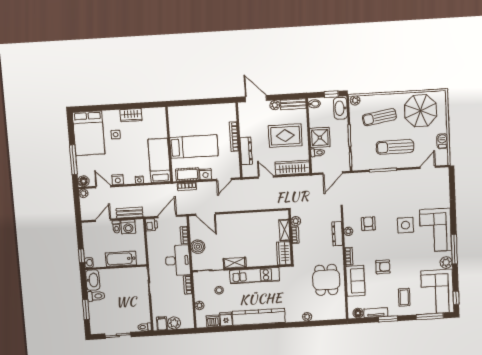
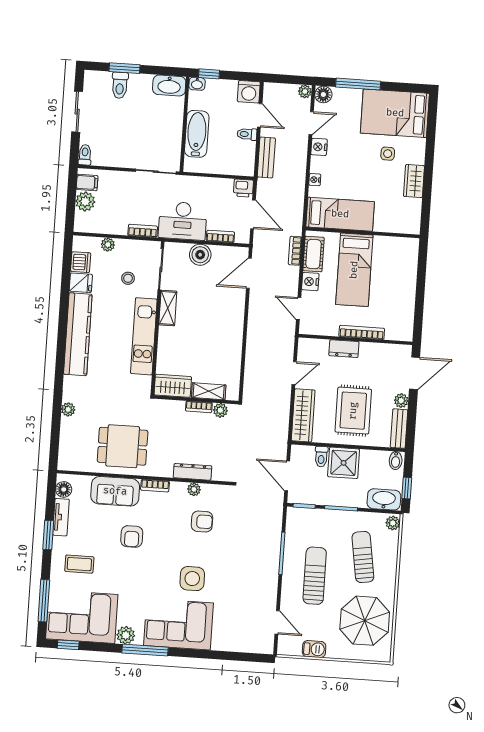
dresser: (246, 151) -> (344, 349), width x0.70
washing machine: (128, 227) -> (249, 92), moved, turned -90
toilet: (96, 296) -> (120, 85), moved

